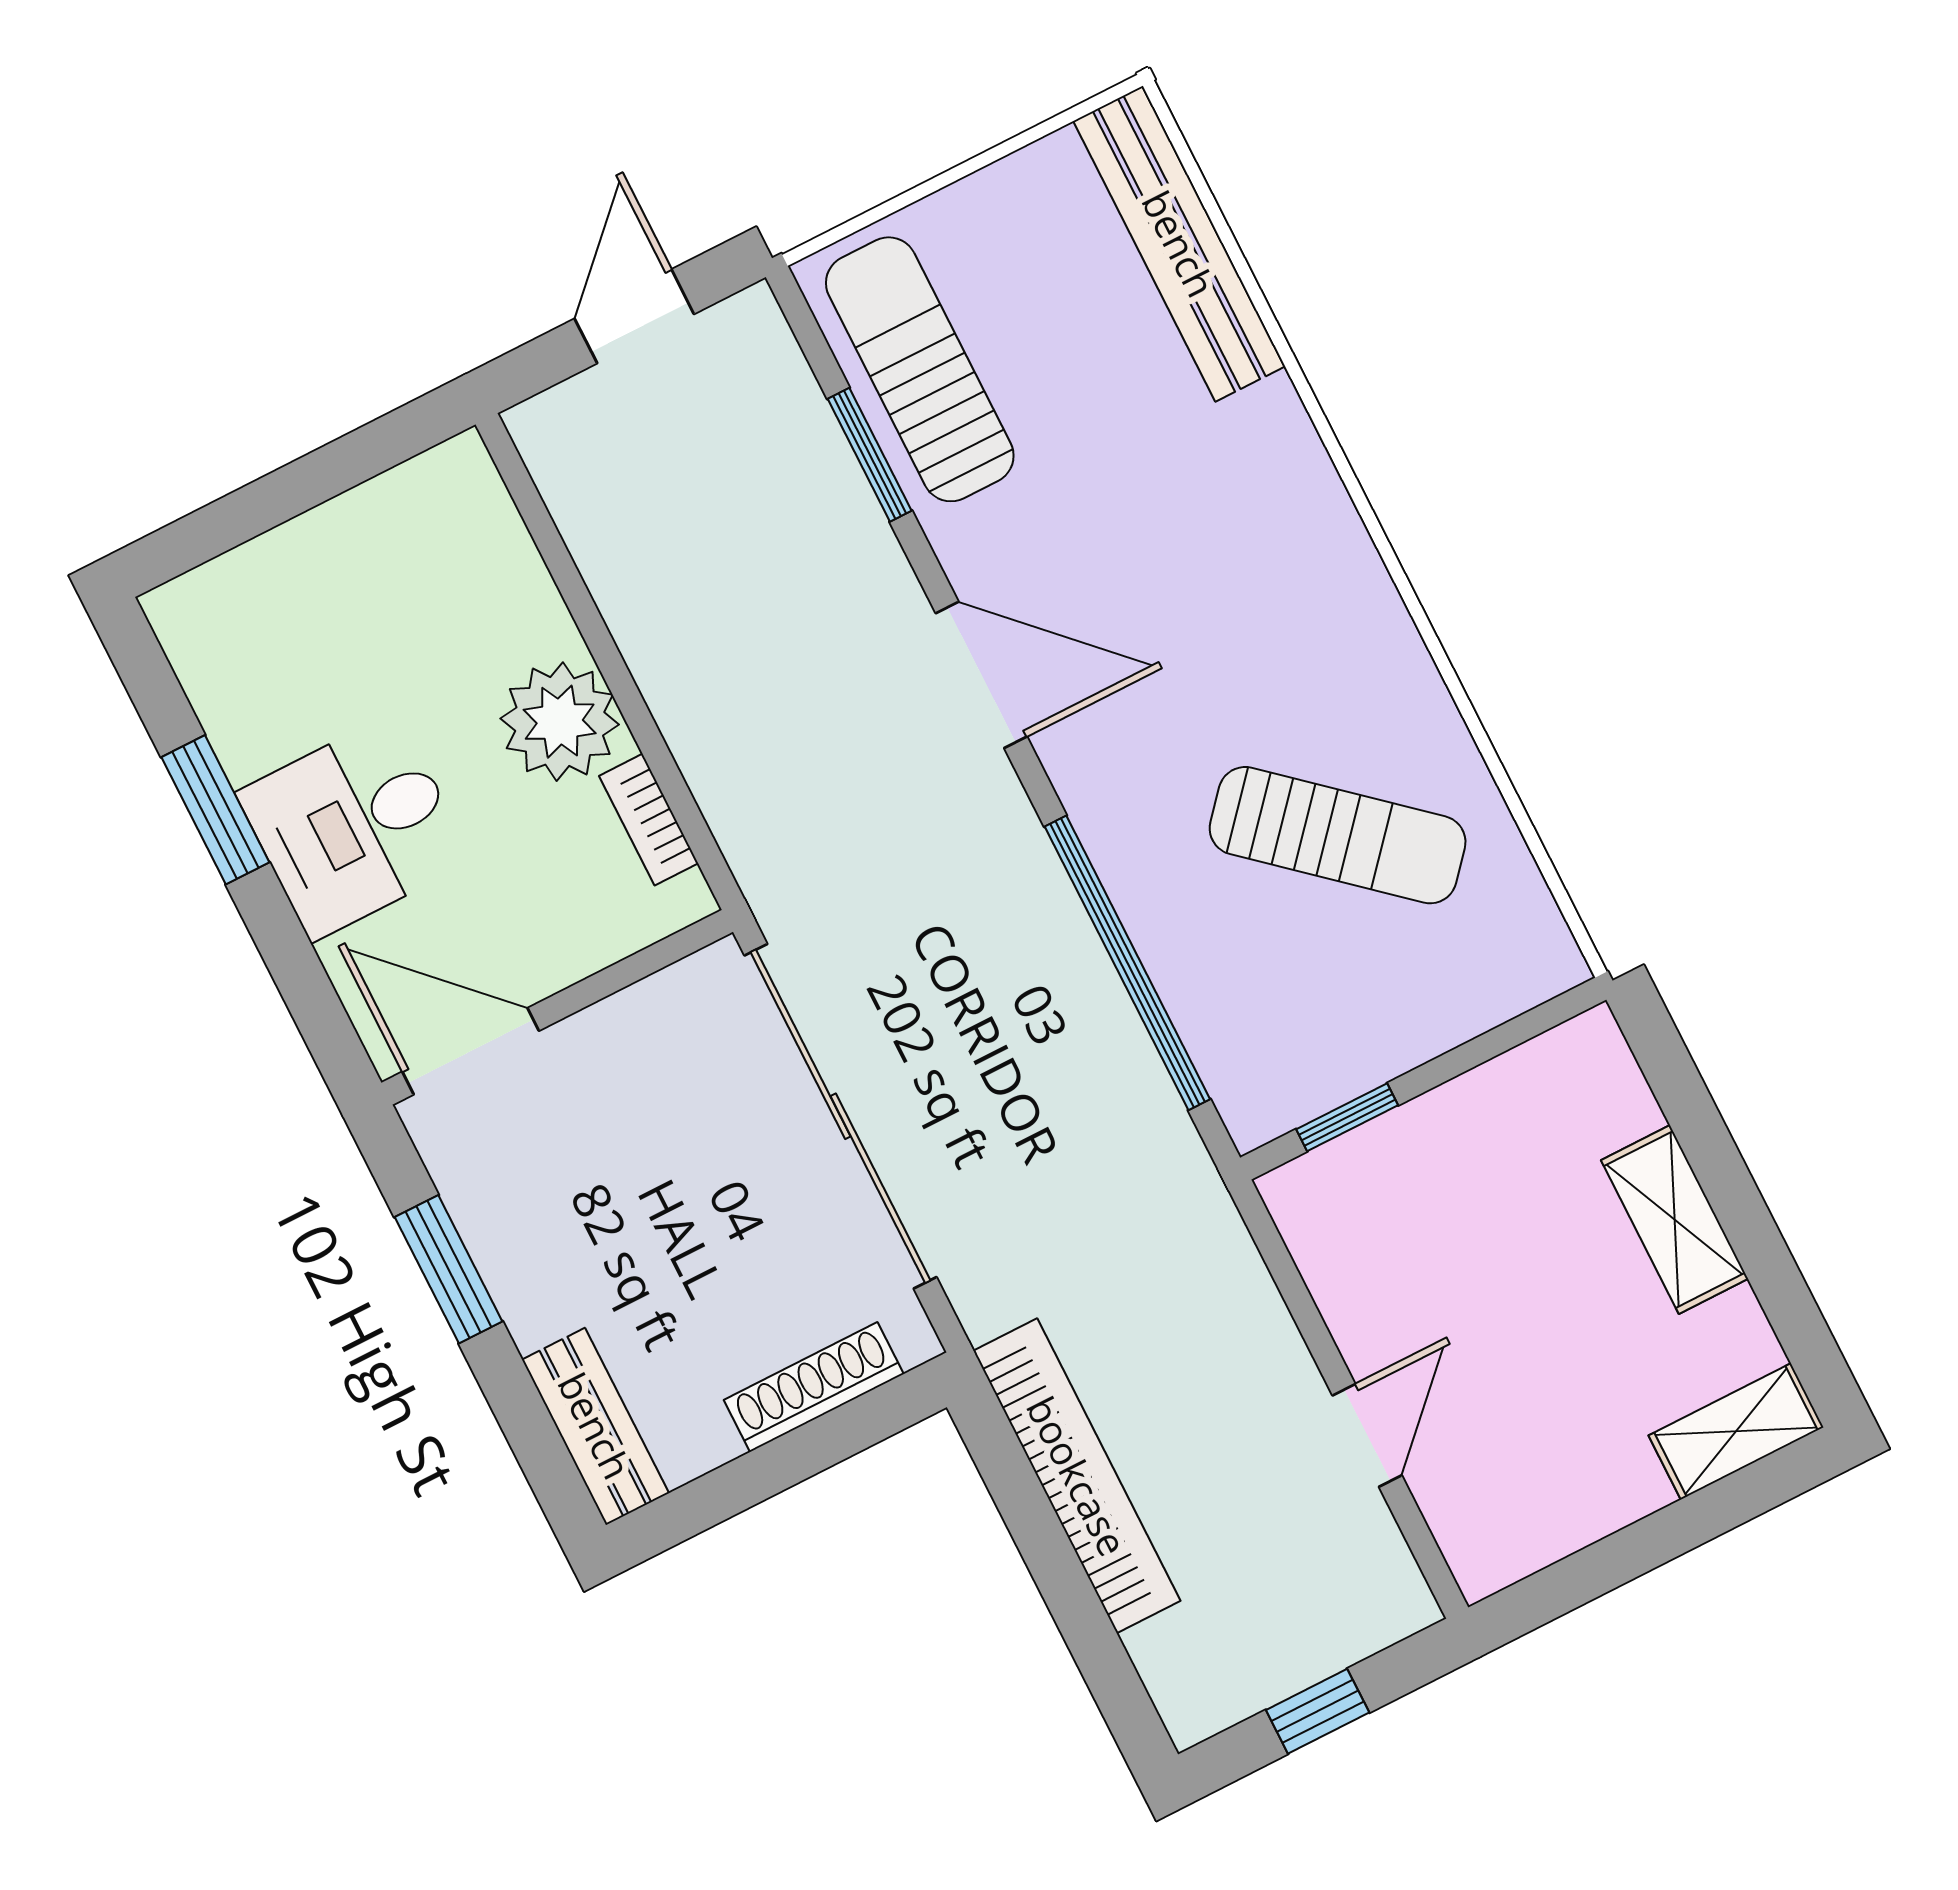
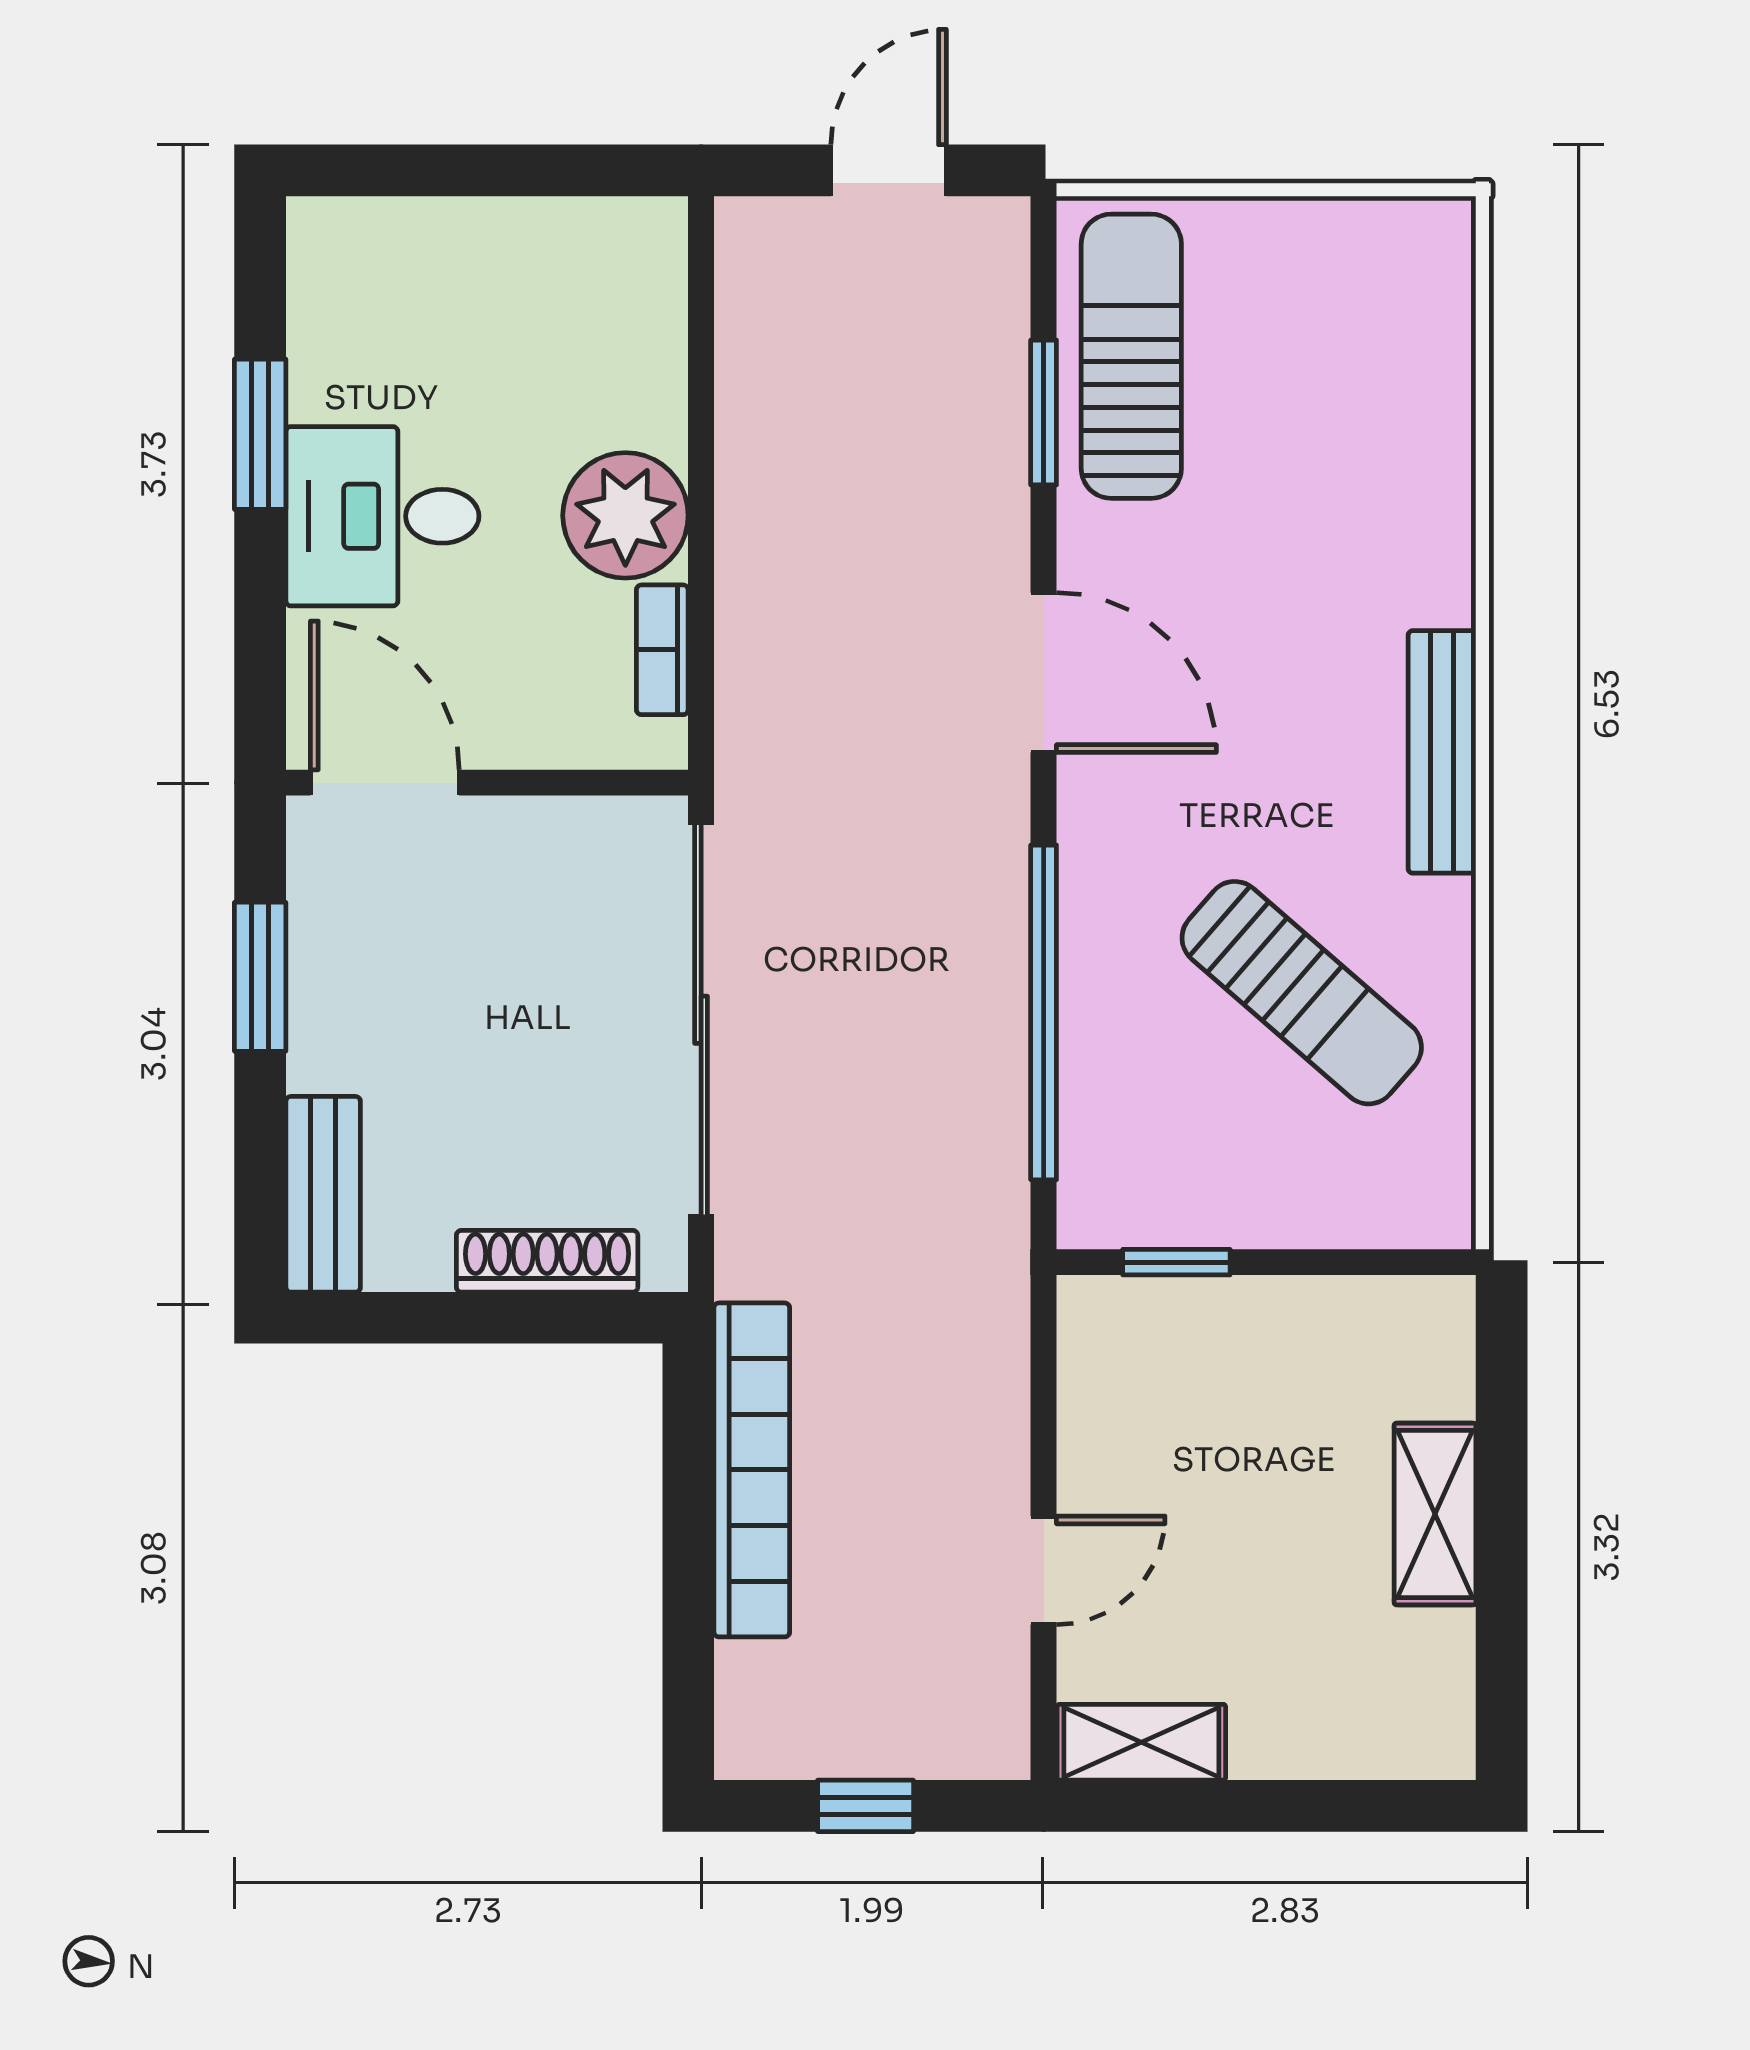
bench: (1179, 244) -> (1442, 752), moved, width x0.73, depth x0.82
shelving: (1736, 1431) -> (1141, 1742), moved

